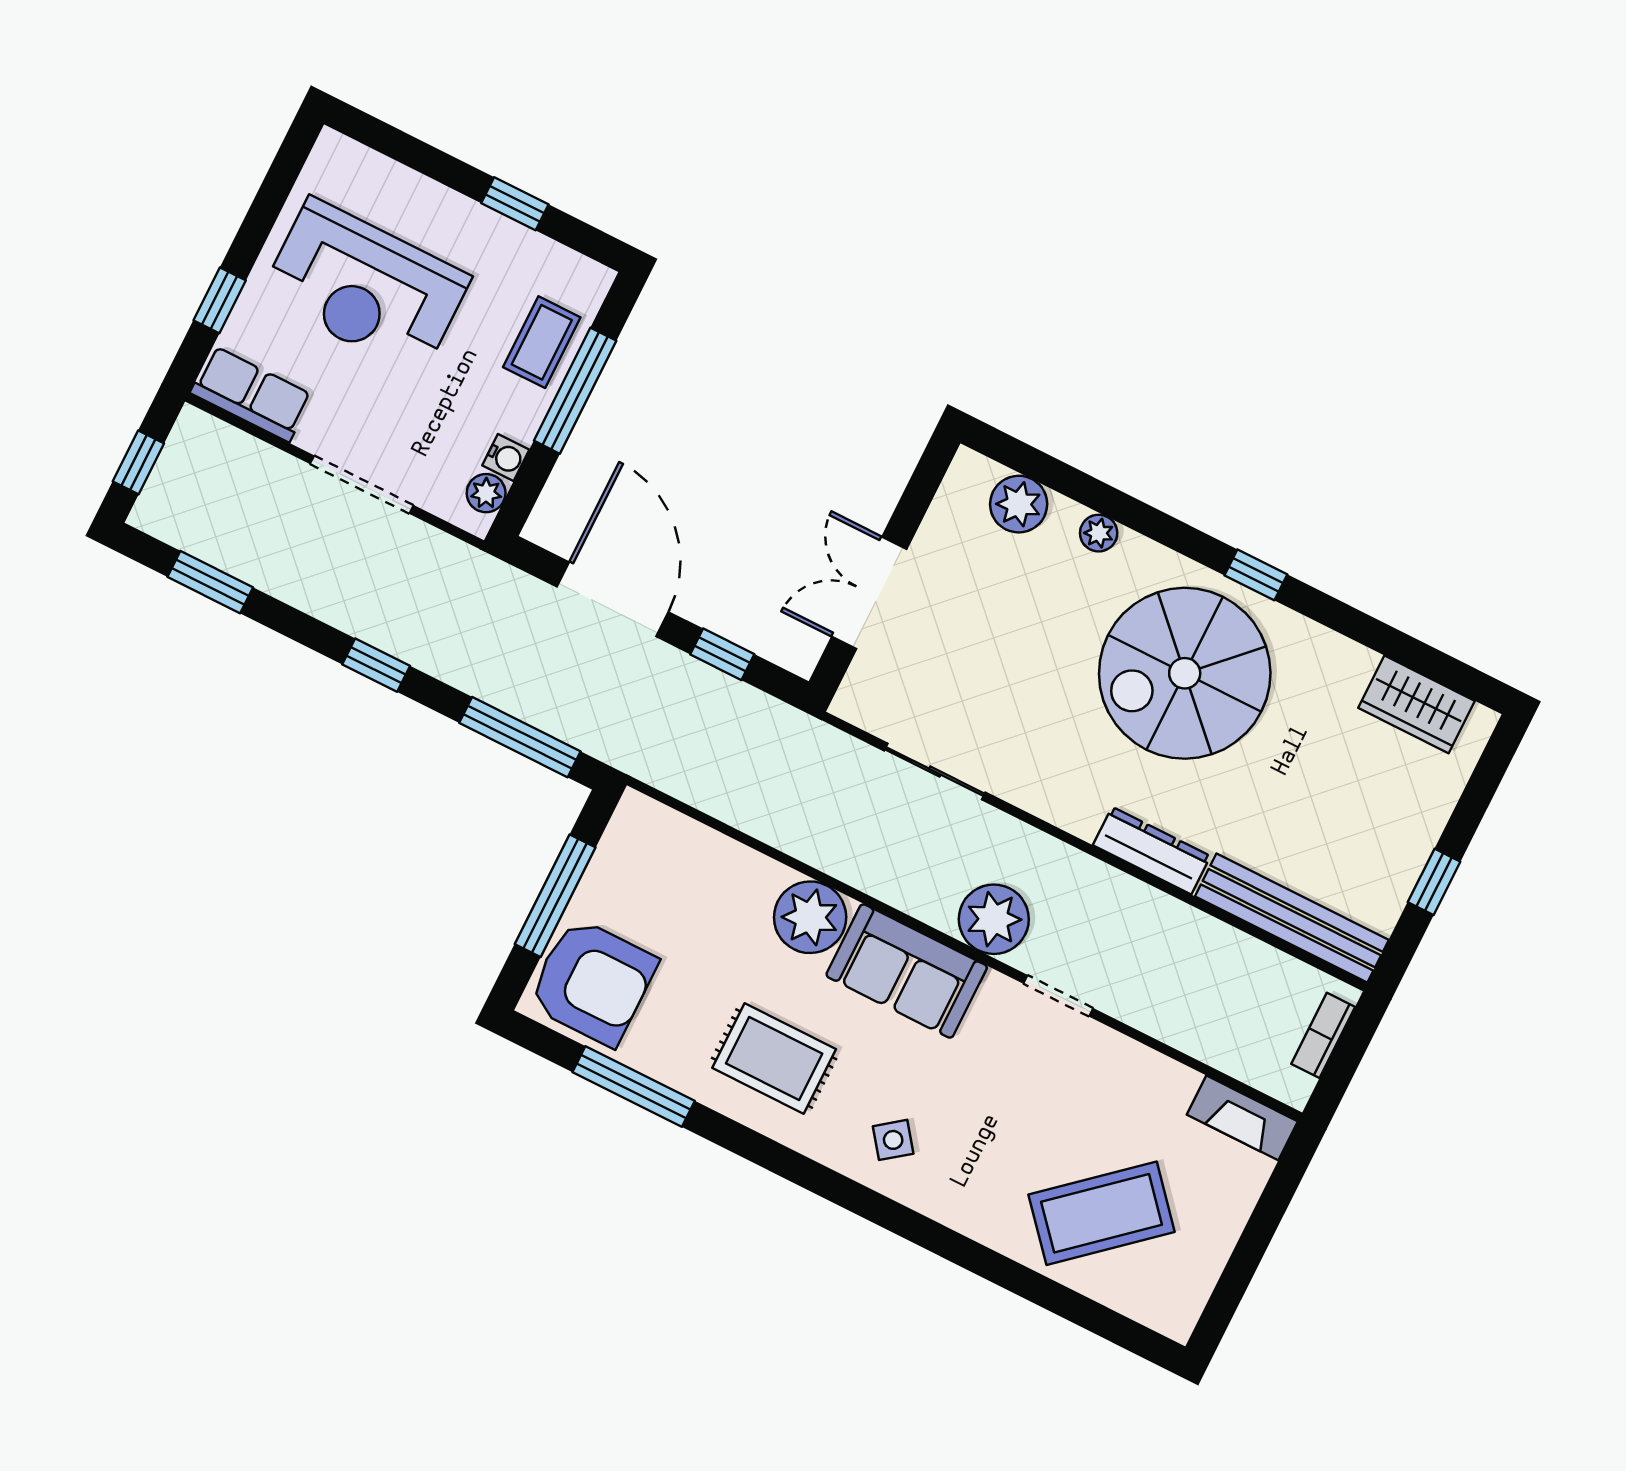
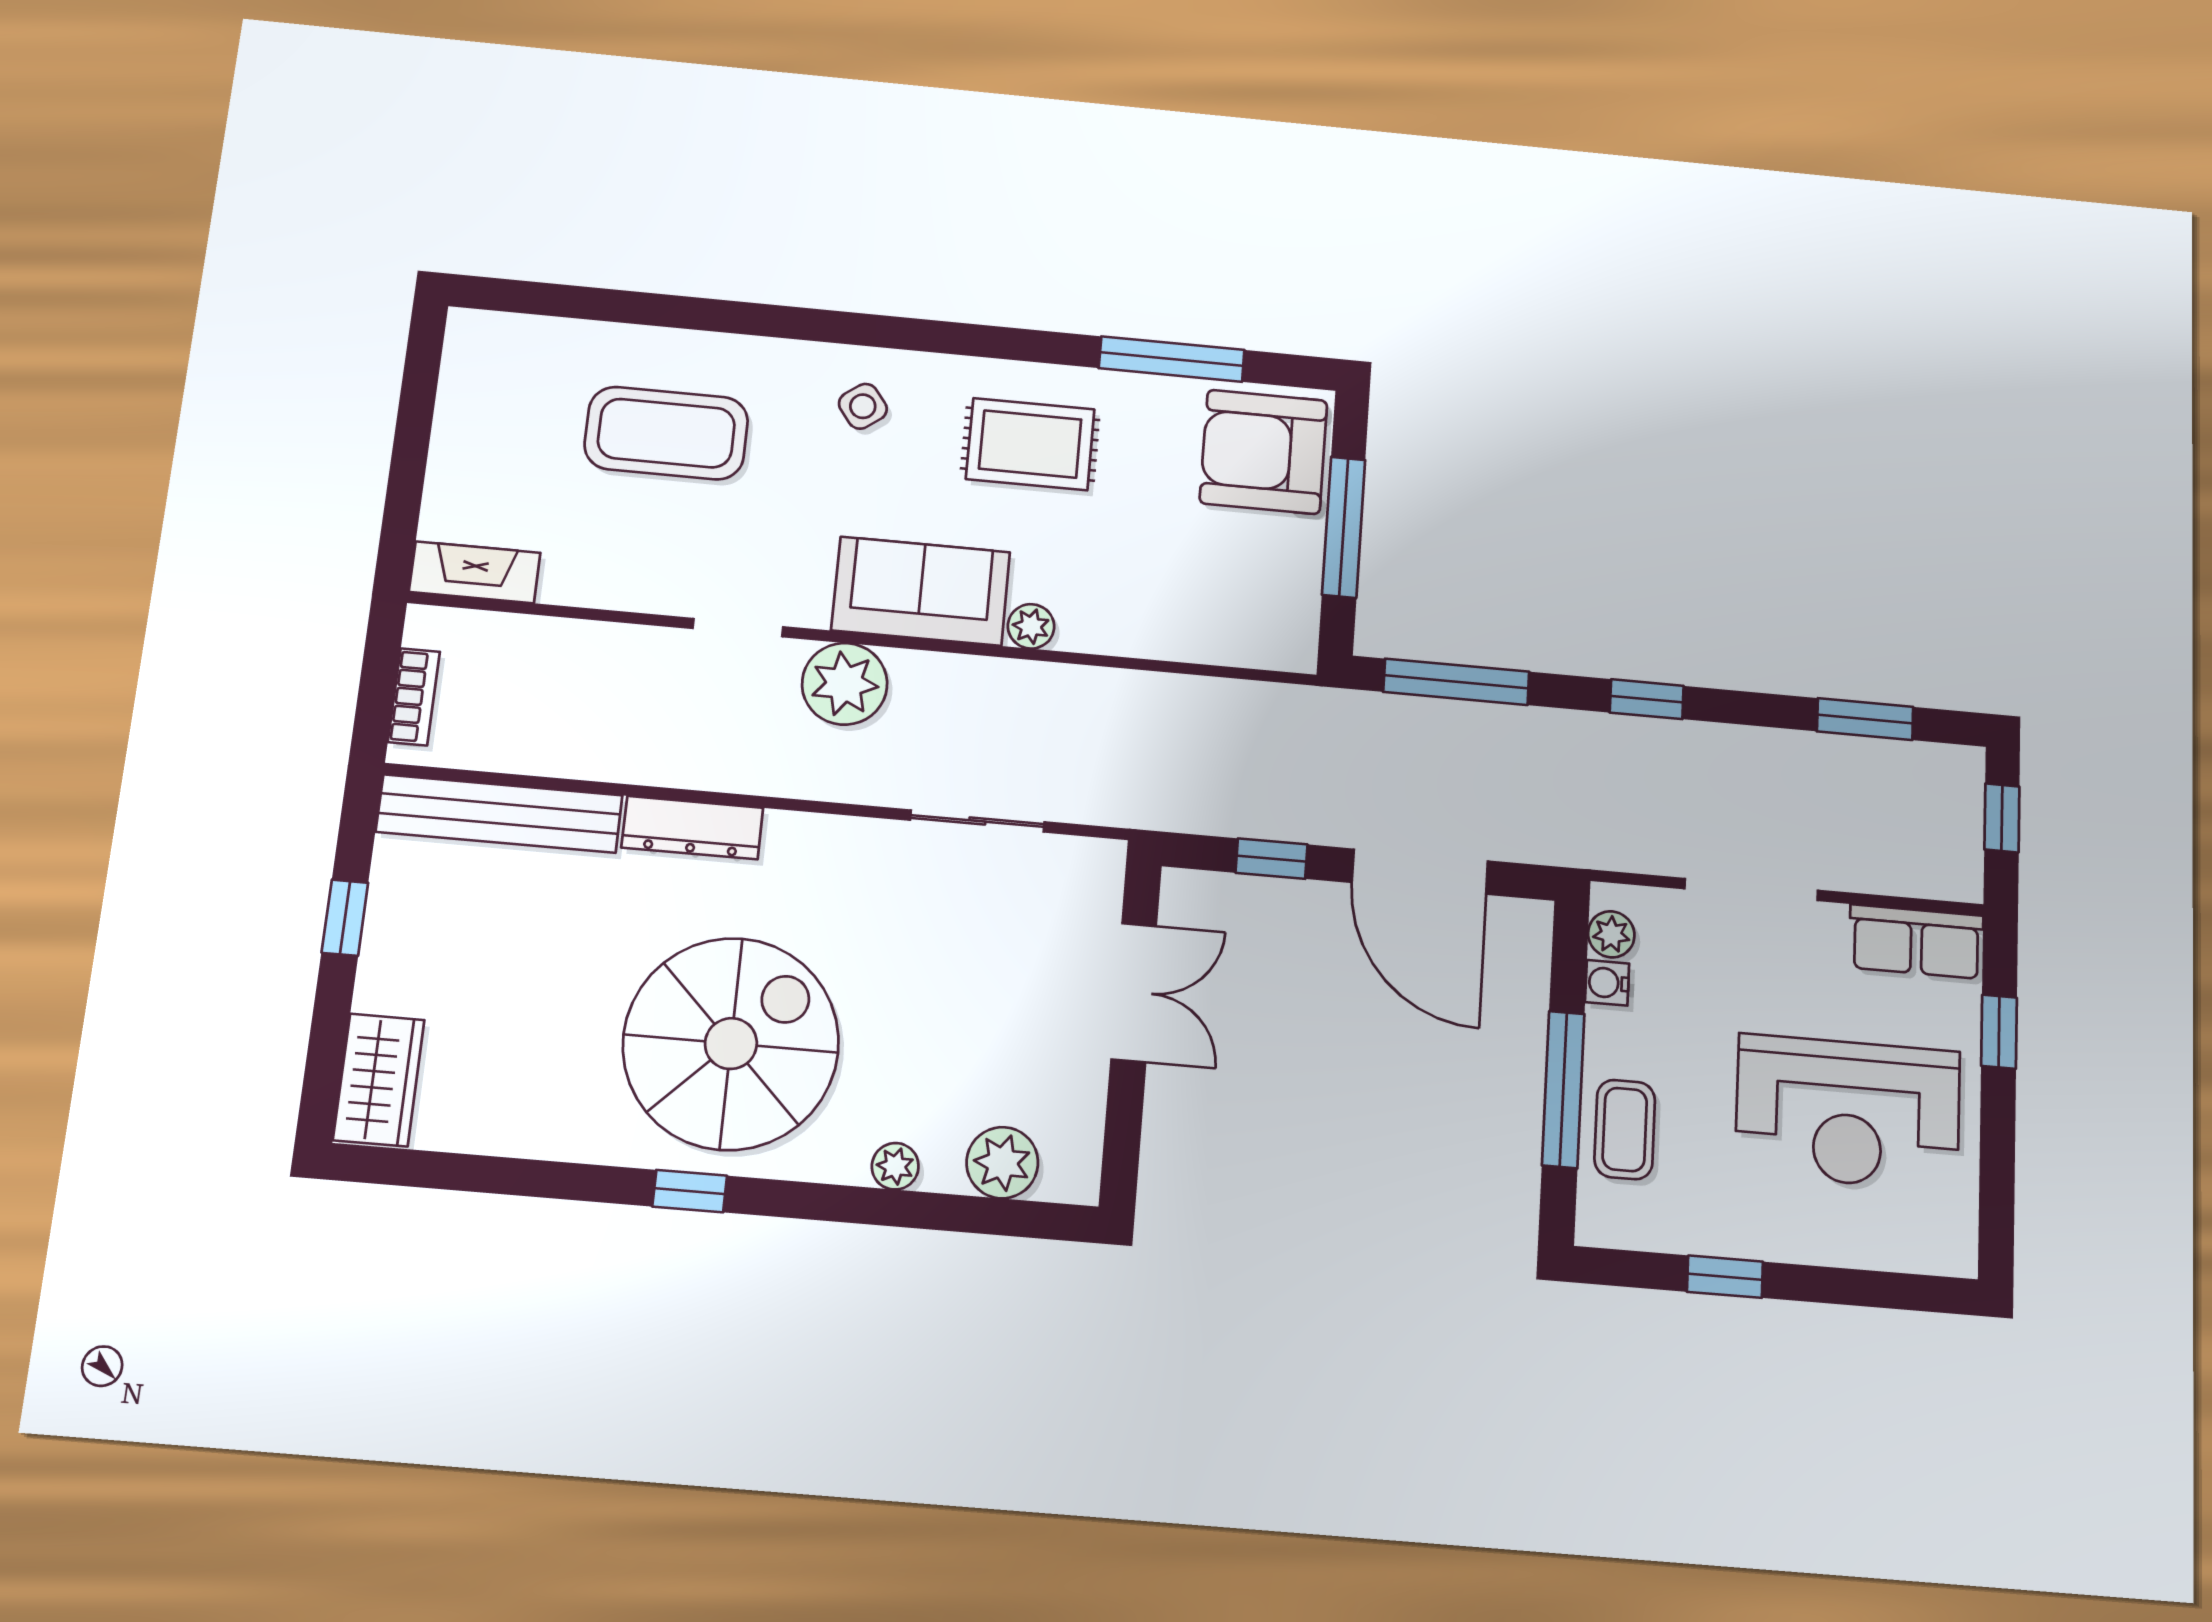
reception desk: (365, 287) -> (1848, 1112), turned 180
wardrobe: (1416, 704) -> (379, 1080), moved, turned 90
plant: (810, 917) -> (1031, 626), width x0.53, depth x0.53
coffee table: (1102, 1213) -> (666, 433), moved, turned 41

